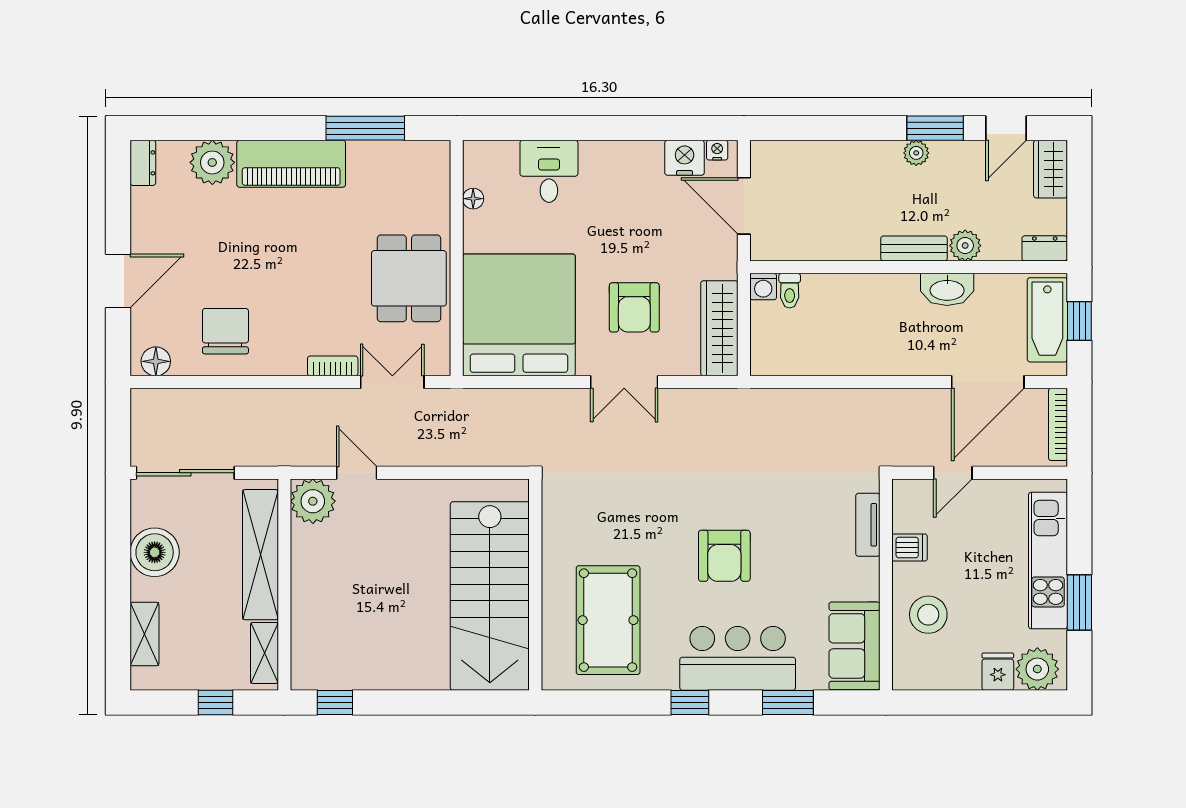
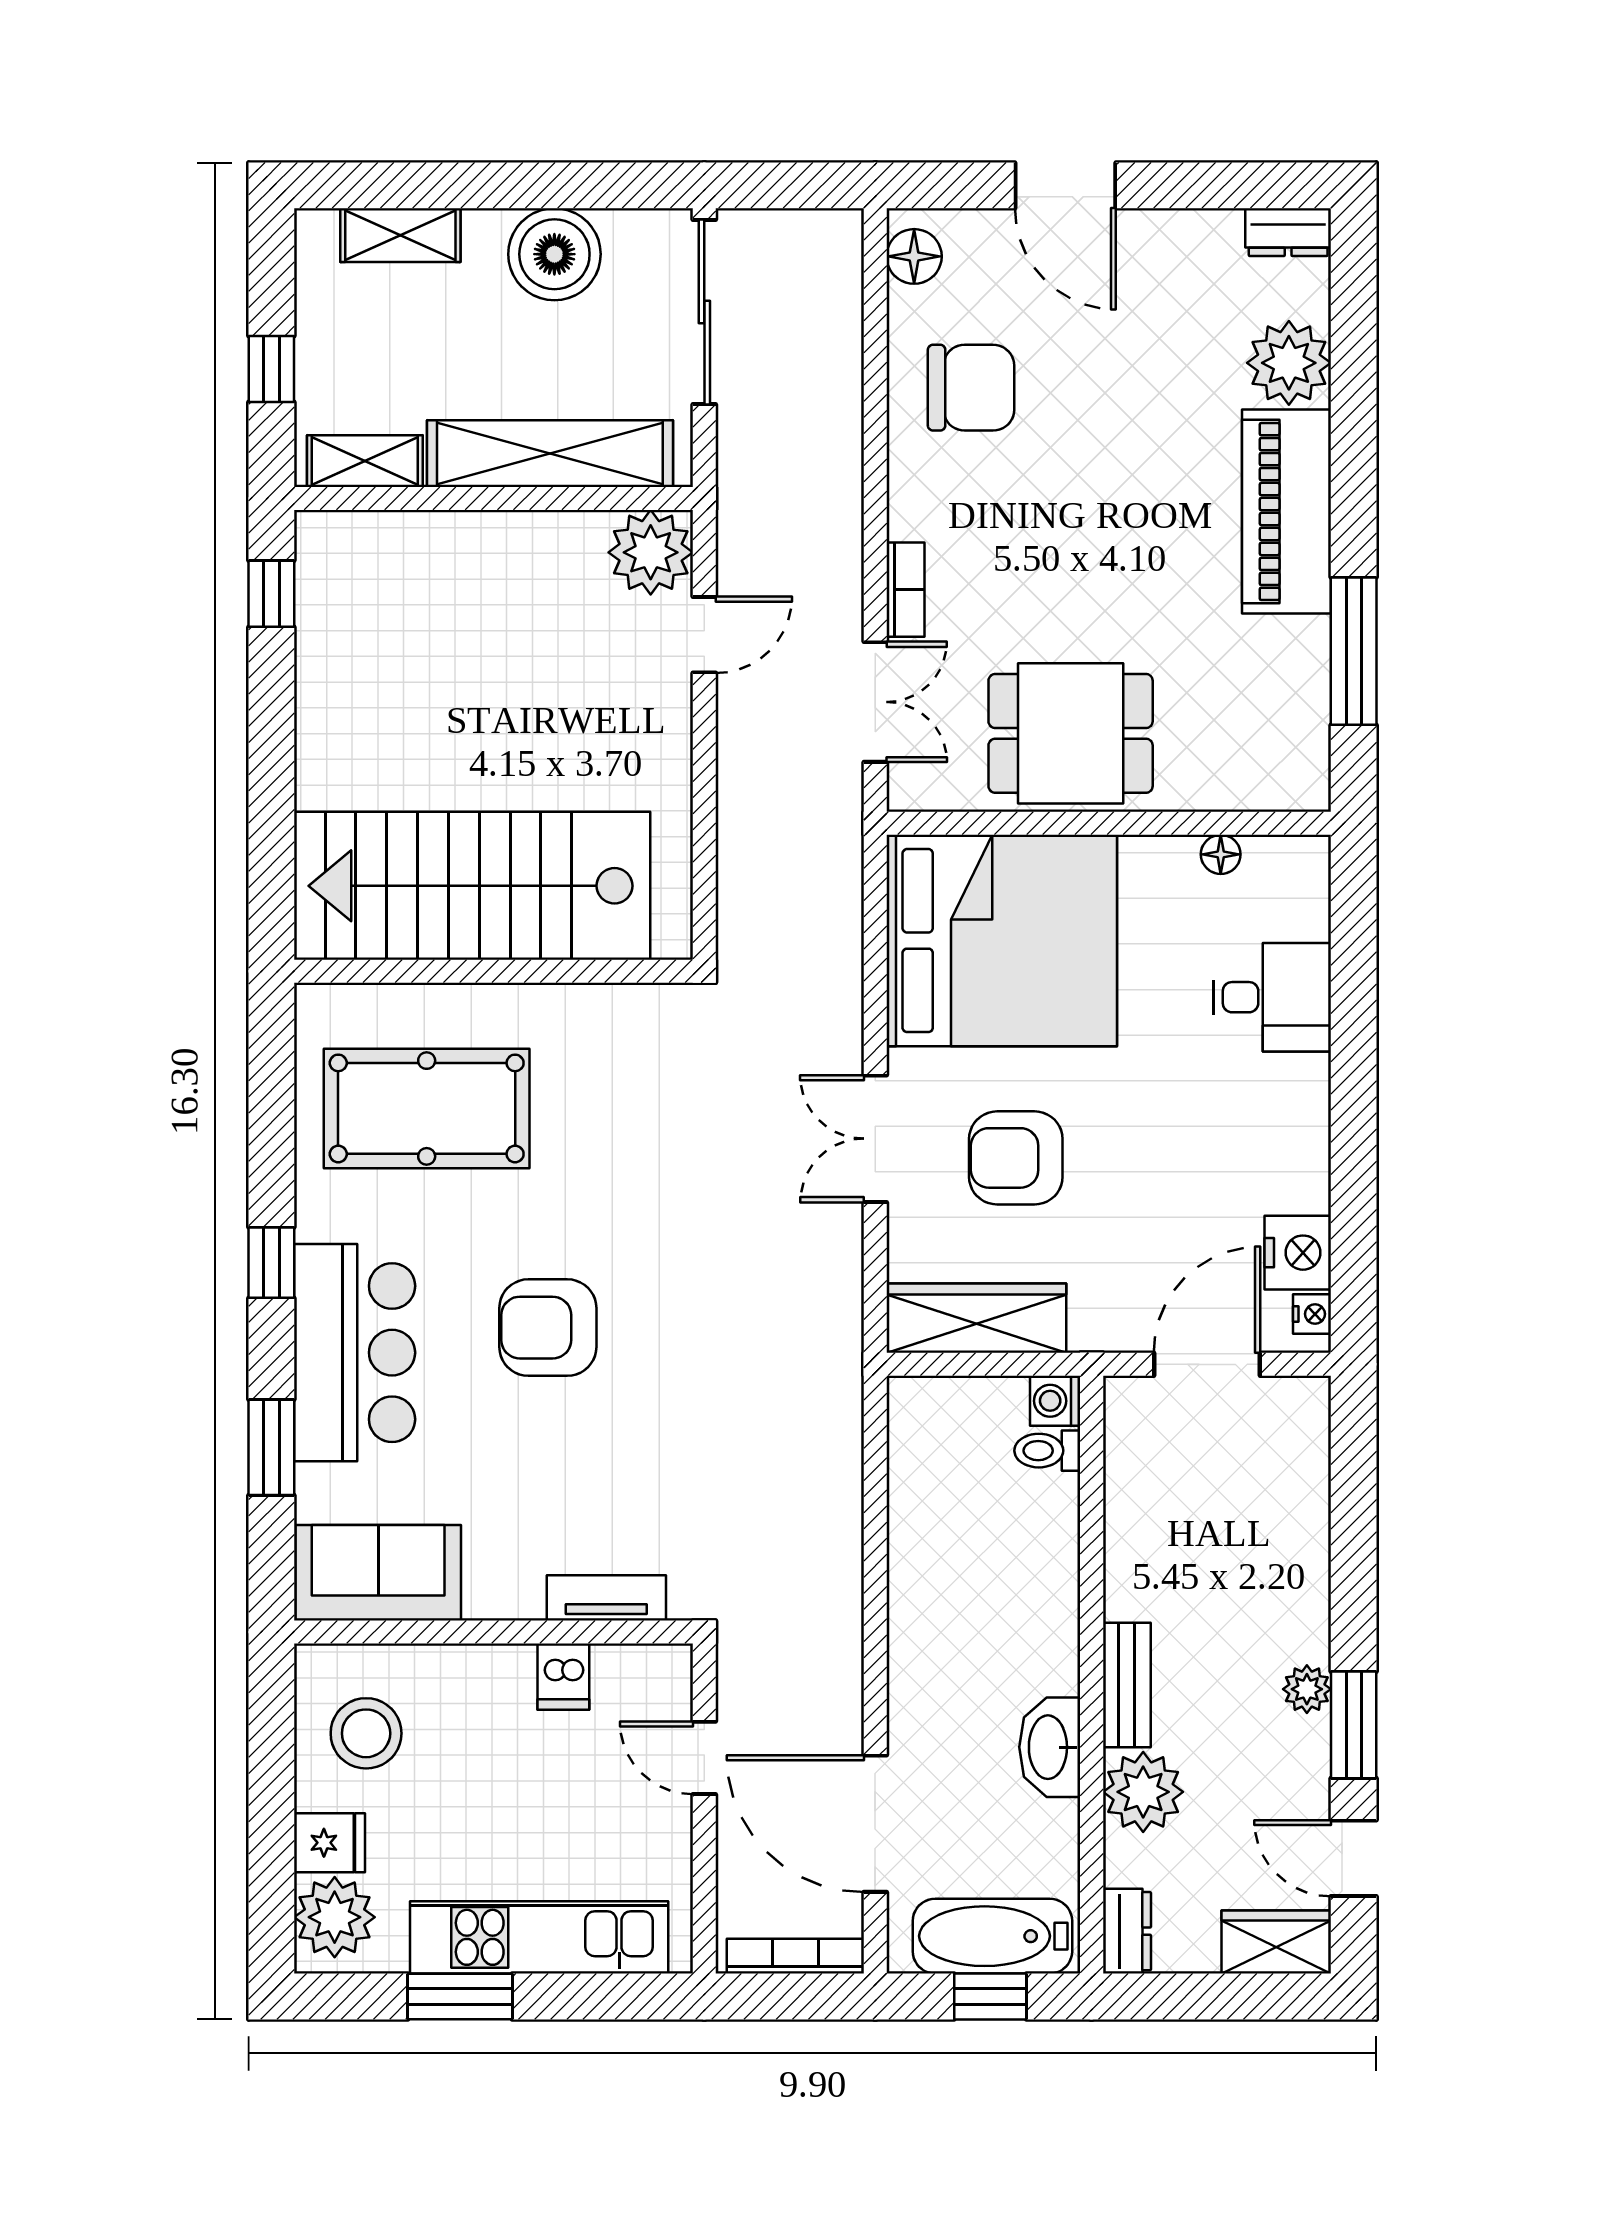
plant: (965, 246) -> (1143, 1792), width x1.36, depth x1.36
stool: (928, 615) -> (366, 1733), moved

